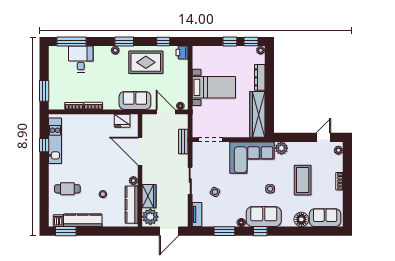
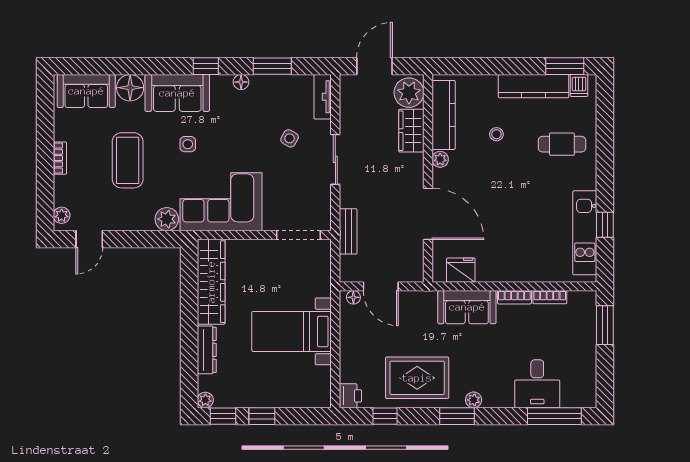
sofa: (135, 100) -> (467, 307), moved
sofa: (264, 217) -> (177, 93), moved

